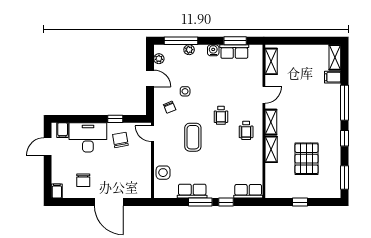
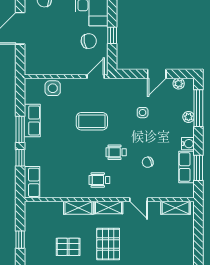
chair: (170, 107) -> (148, 162), moved
pallet: (304, 122) -> (108, 244), added
pallet: (307, 159) -> (68, 247), width x0.67, depth x0.71

